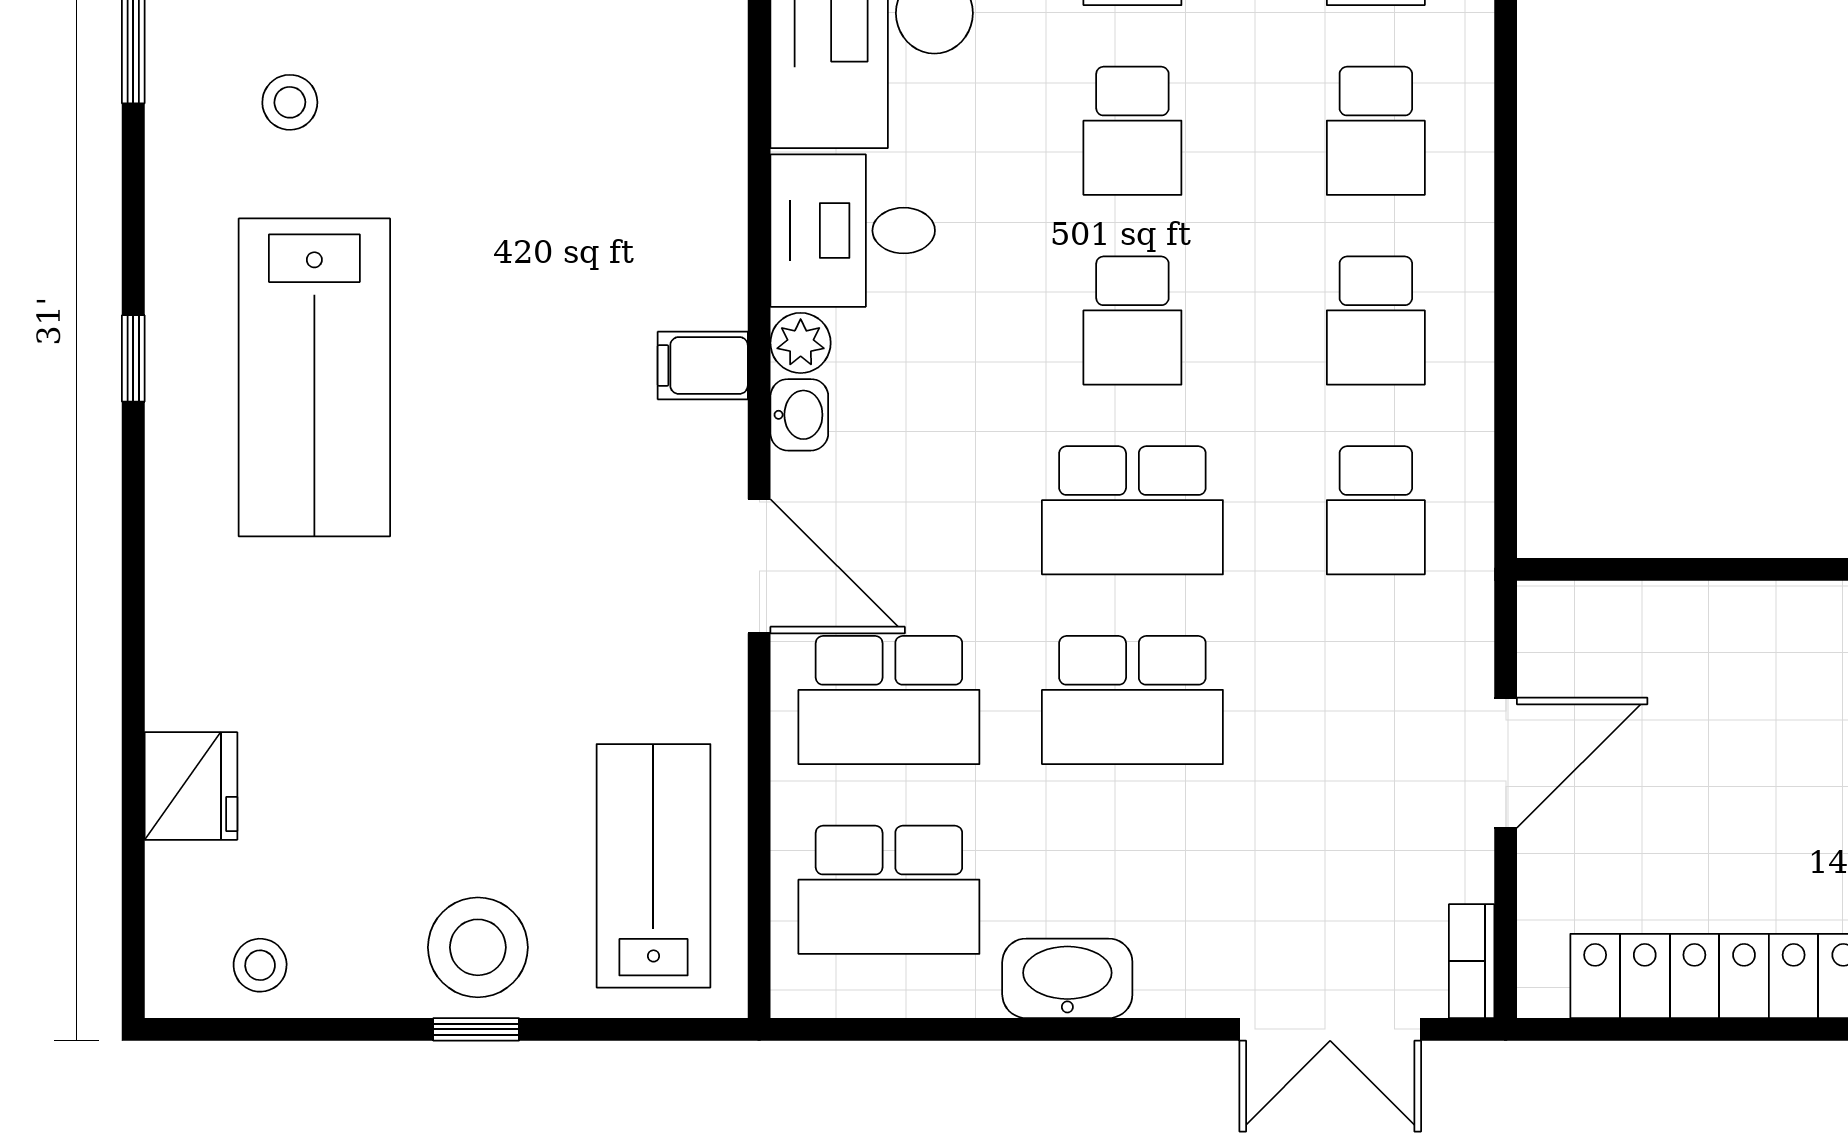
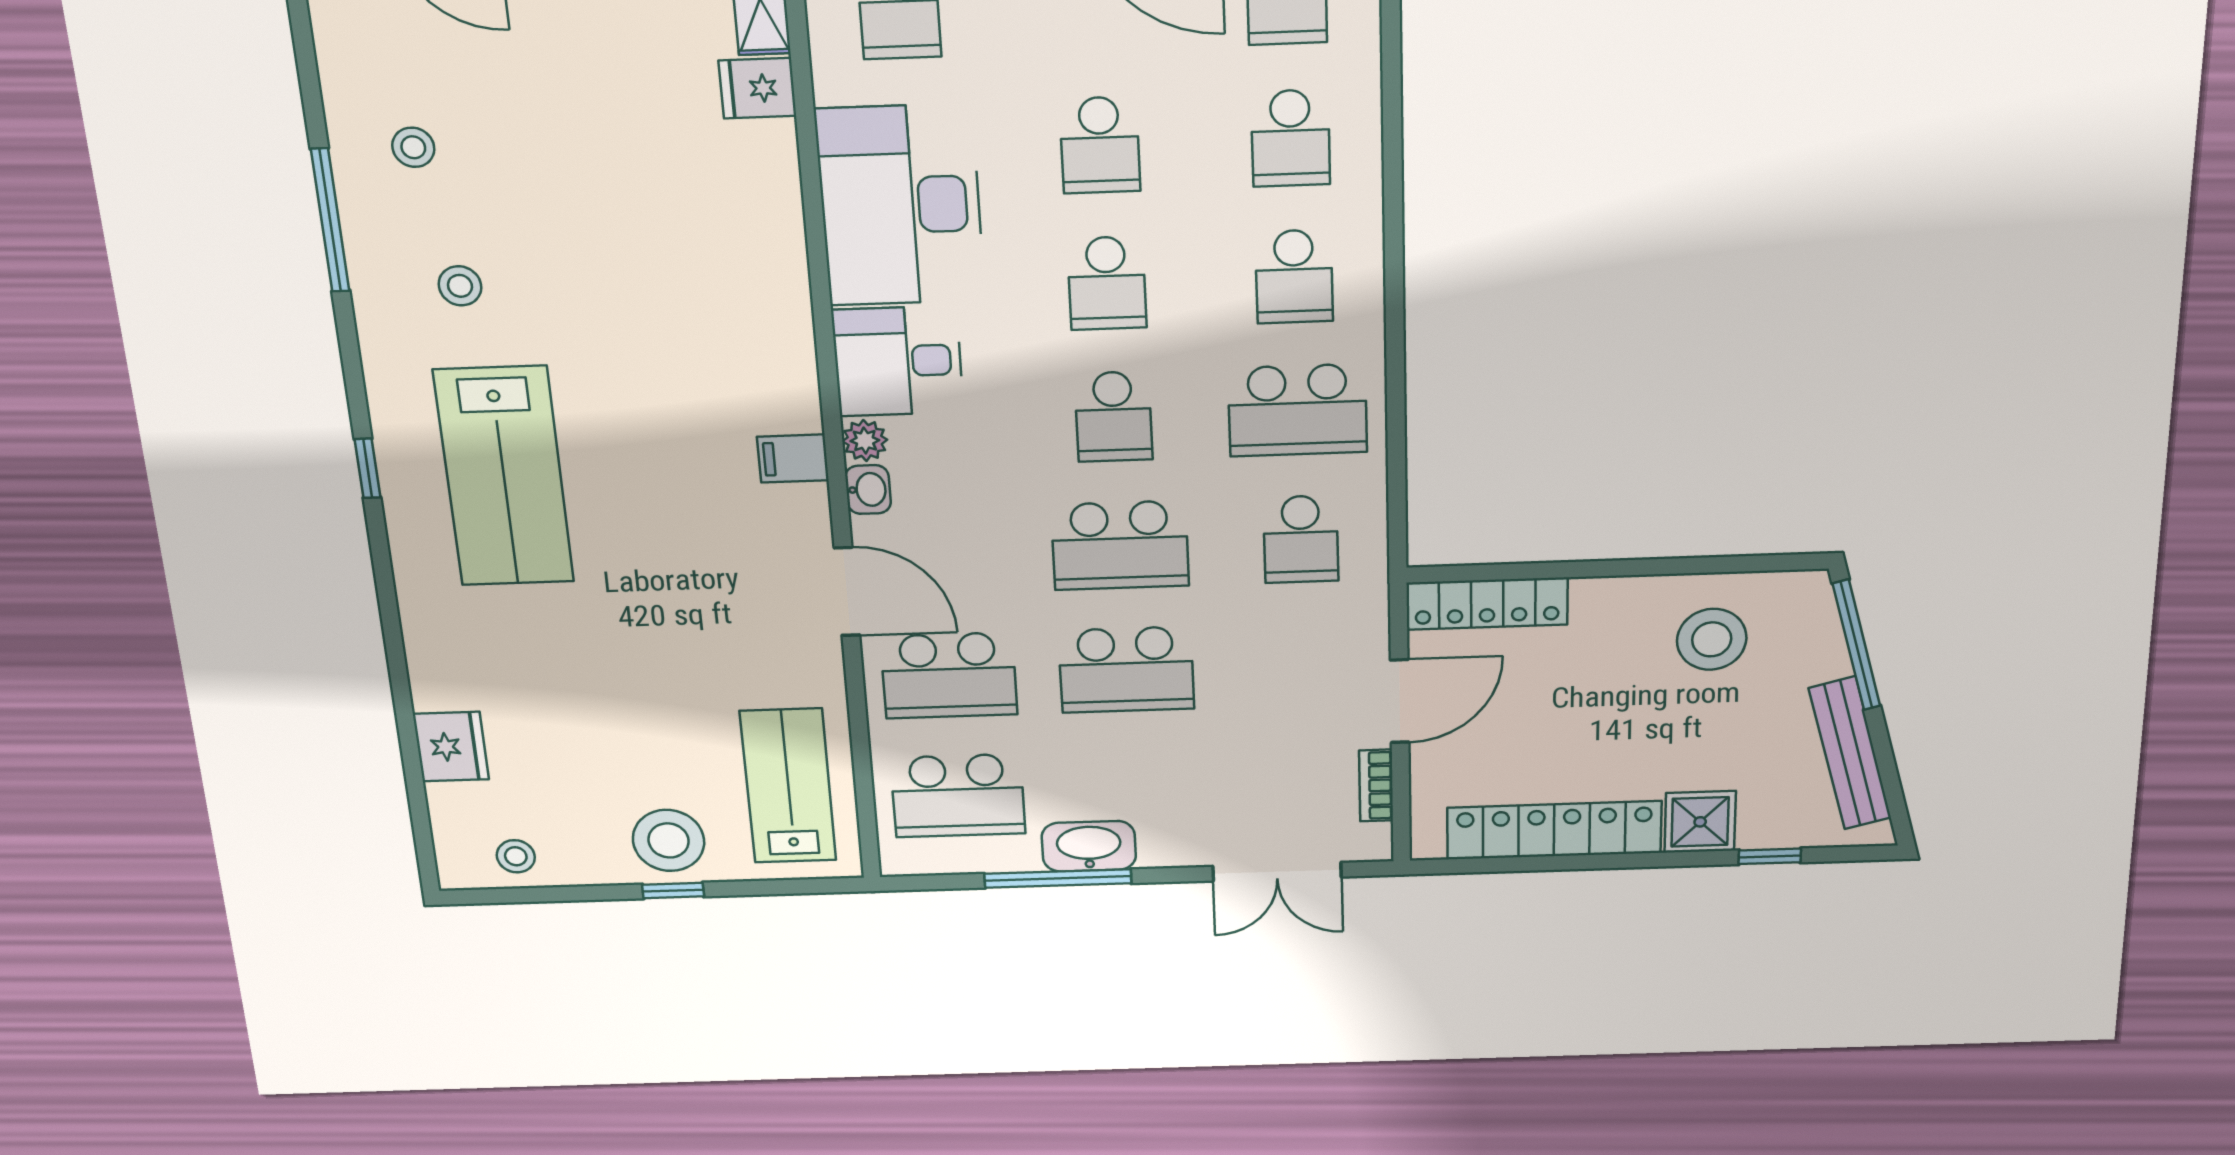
school desk: (1376, 321) -> (1298, 410), width x1.85
locker: (1626, 617) -> (1487, 604), added
bookcase: (1472, 961) -> (1376, 786), moved
window: (1021, 1029) -> (1058, 879), added

